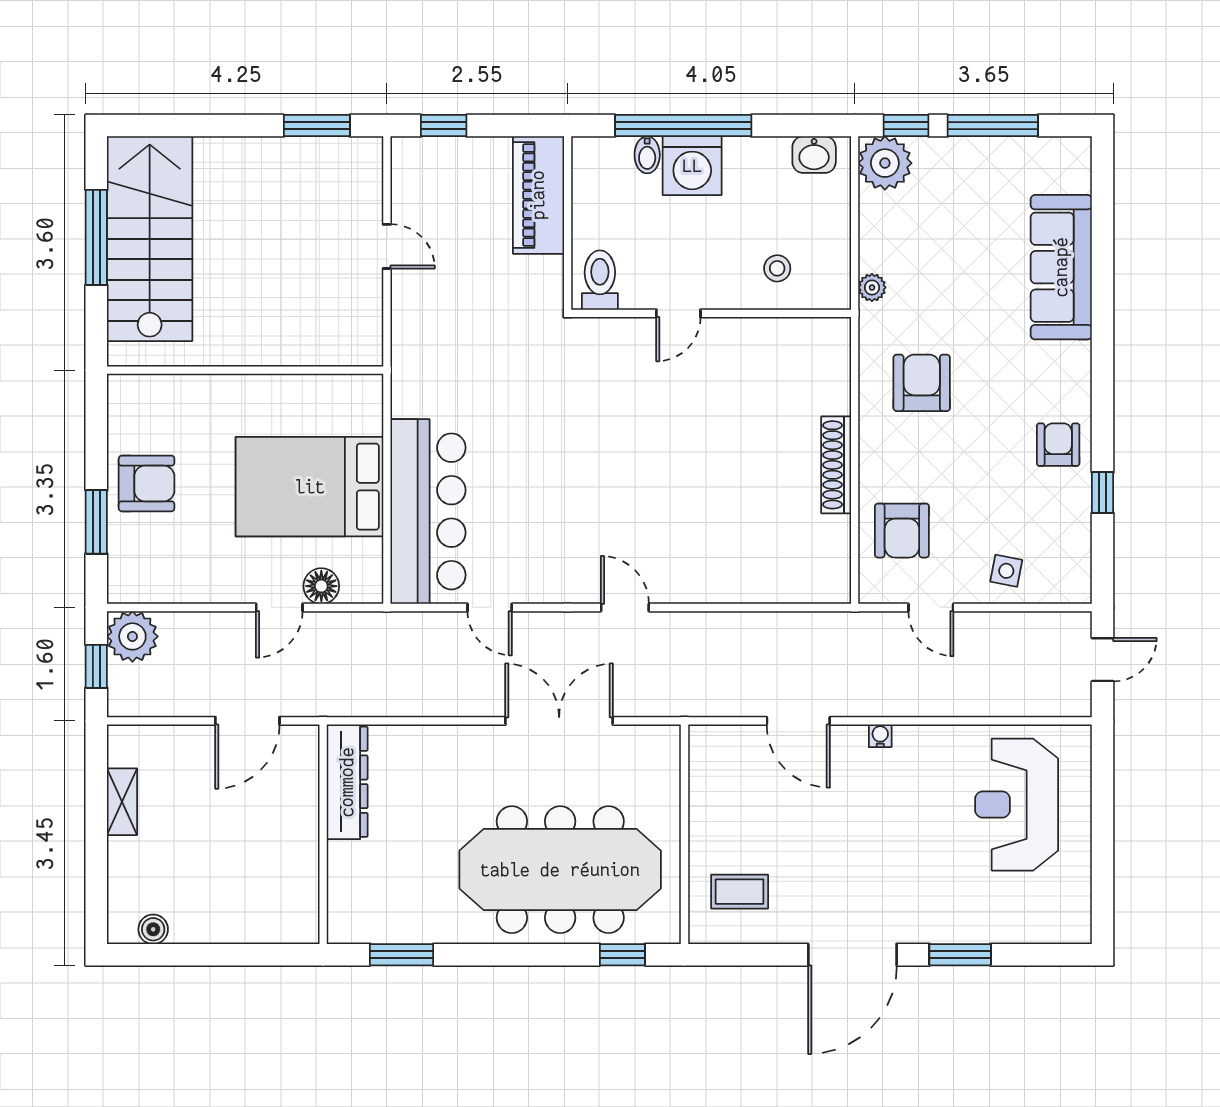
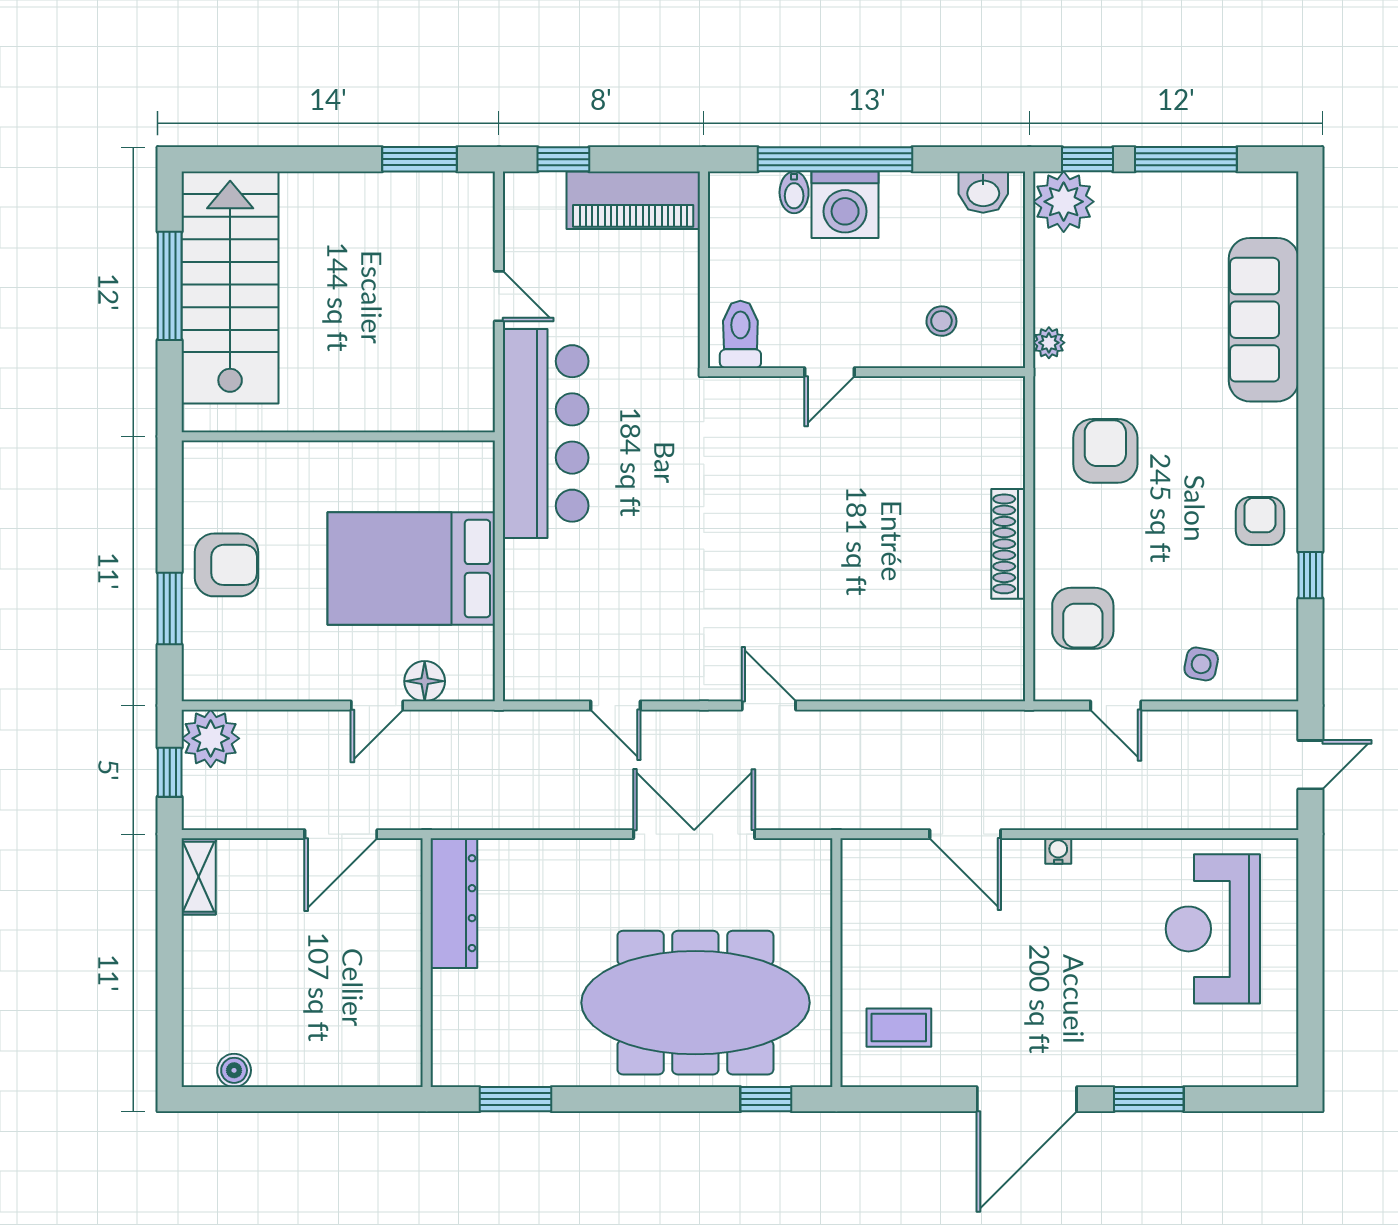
piano: (538, 195) -> (633, 200), moved, turned -90
bar counter: (428, 511) -> (546, 433), moved
shelving: (122, 802) -> (199, 877), moved

